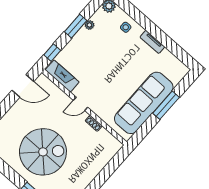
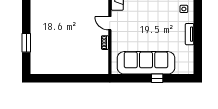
window: (166, 105) -> (157, 78), width x0.46
spiral stairs: (43, 152) -> (58, 26), removed

